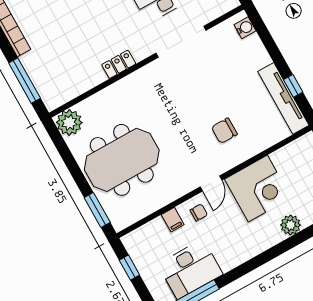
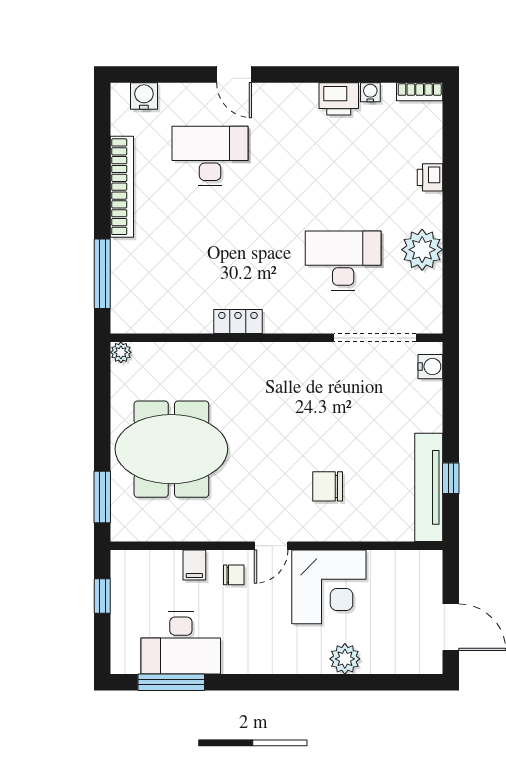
doorway: (181, 42) -> (375, 338), moved
plant: (69, 123) -> (121, 352), width x0.53, depth x0.53

